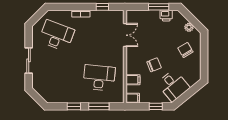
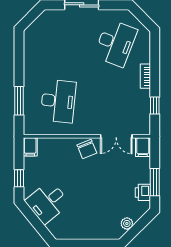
chair: (185, 50) -> (96, 219), removed
chair: (154, 65) -> (87, 149), moved
filing cabinet: (133, 80) -> (143, 147), moved
window: (74, 106) -> (19, 67), removed

